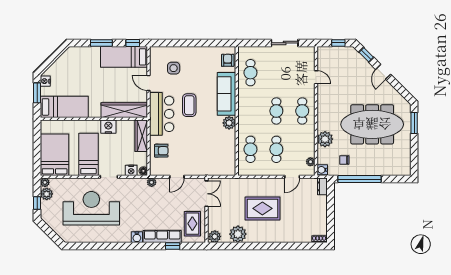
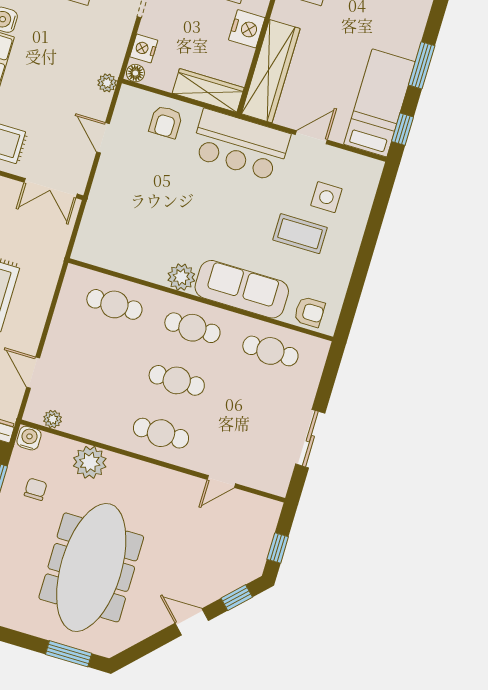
coffee table: (189, 105) -> (300, 234), moved
cafe table: (276, 149) -> (192, 328), moved

